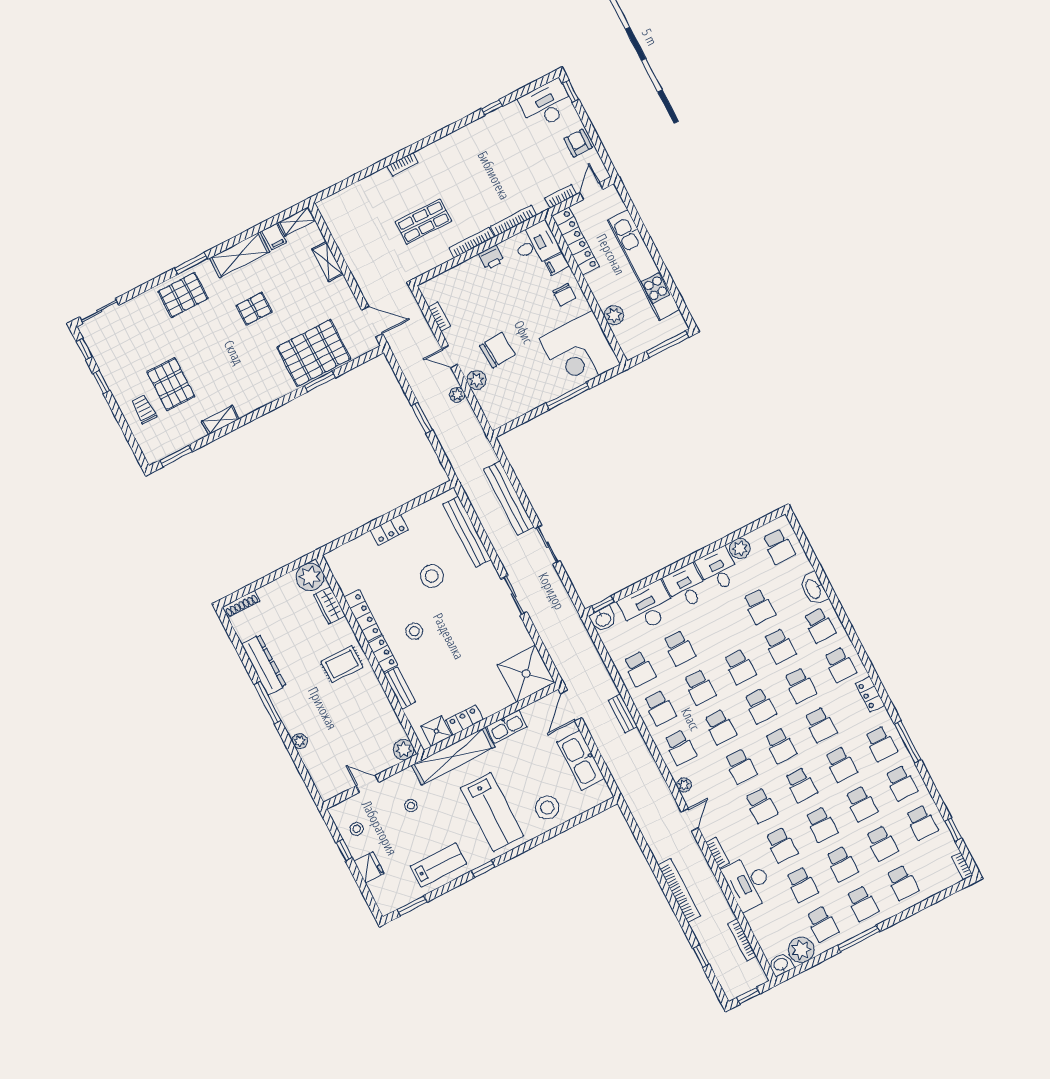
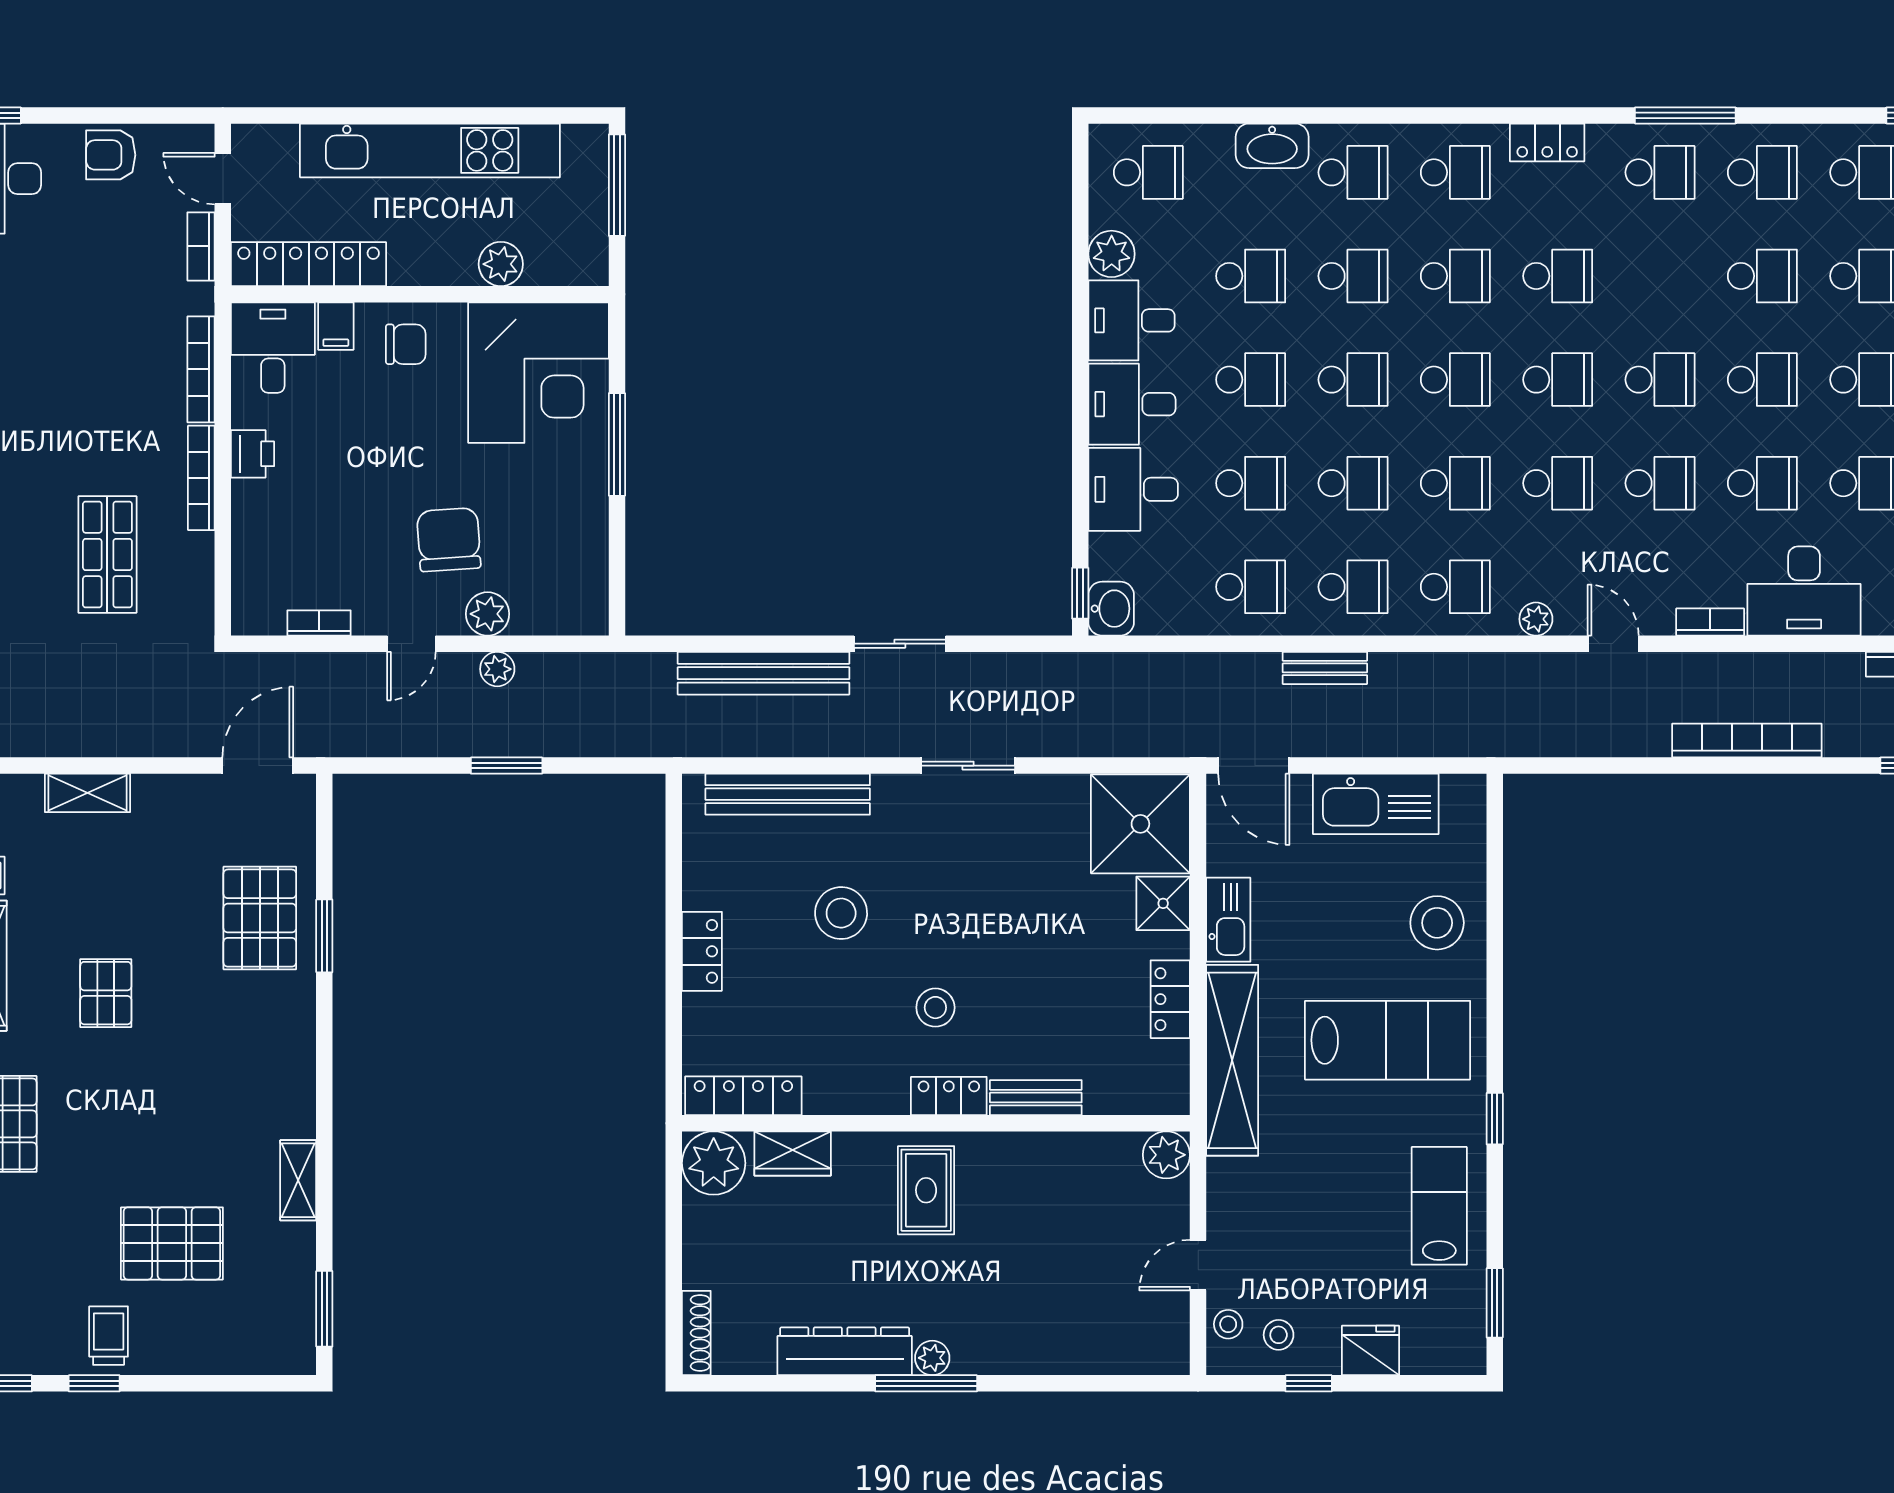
pallet: (314, 353) -> (260, 918), width x0.73, depth x0.71
trolley: (144, 409) -> (109, 1336), moved, turned 90
desk: (647, 607) -> (1133, 489), width x0.73
locker: (363, 616) -> (743, 1096), moved
shower: (436, 731) -> (1163, 903), moved
plant: (300, 741) -> (932, 1358), moved
school desk: (841, 764) -> (1251, 380), moved
stool: (411, 806) -> (1228, 1324), moved

